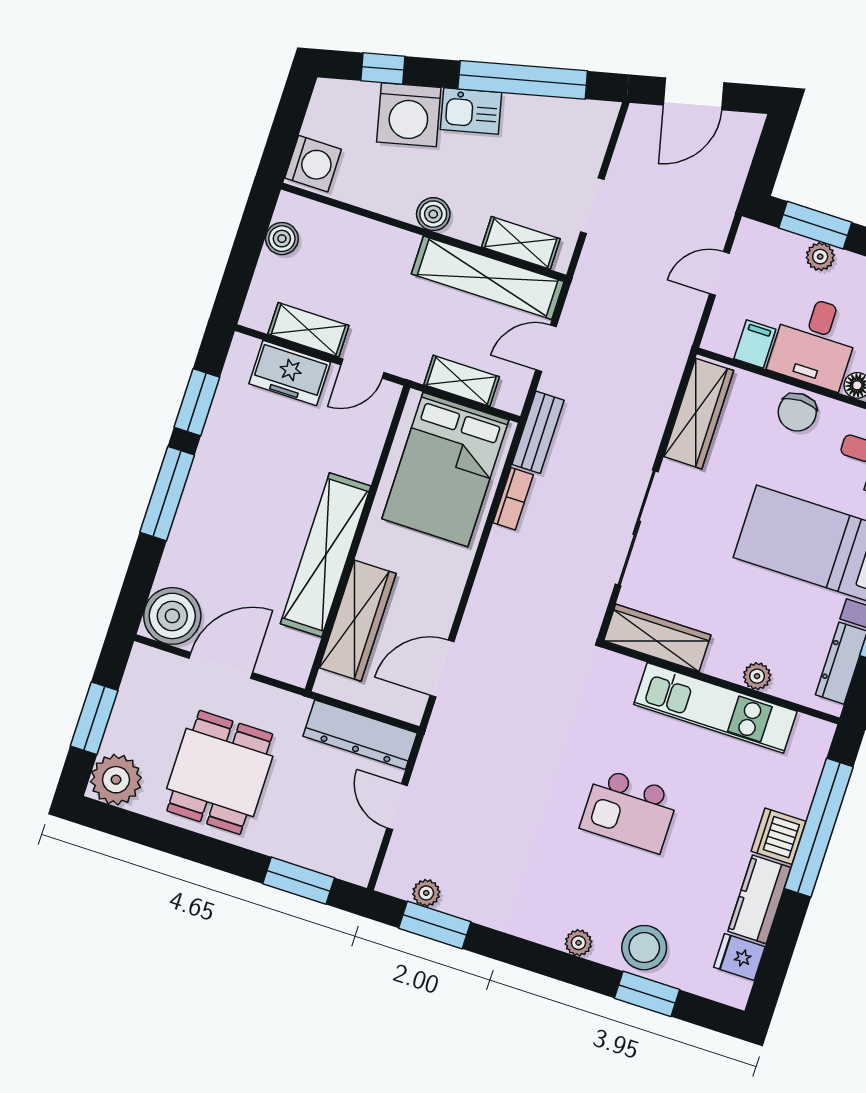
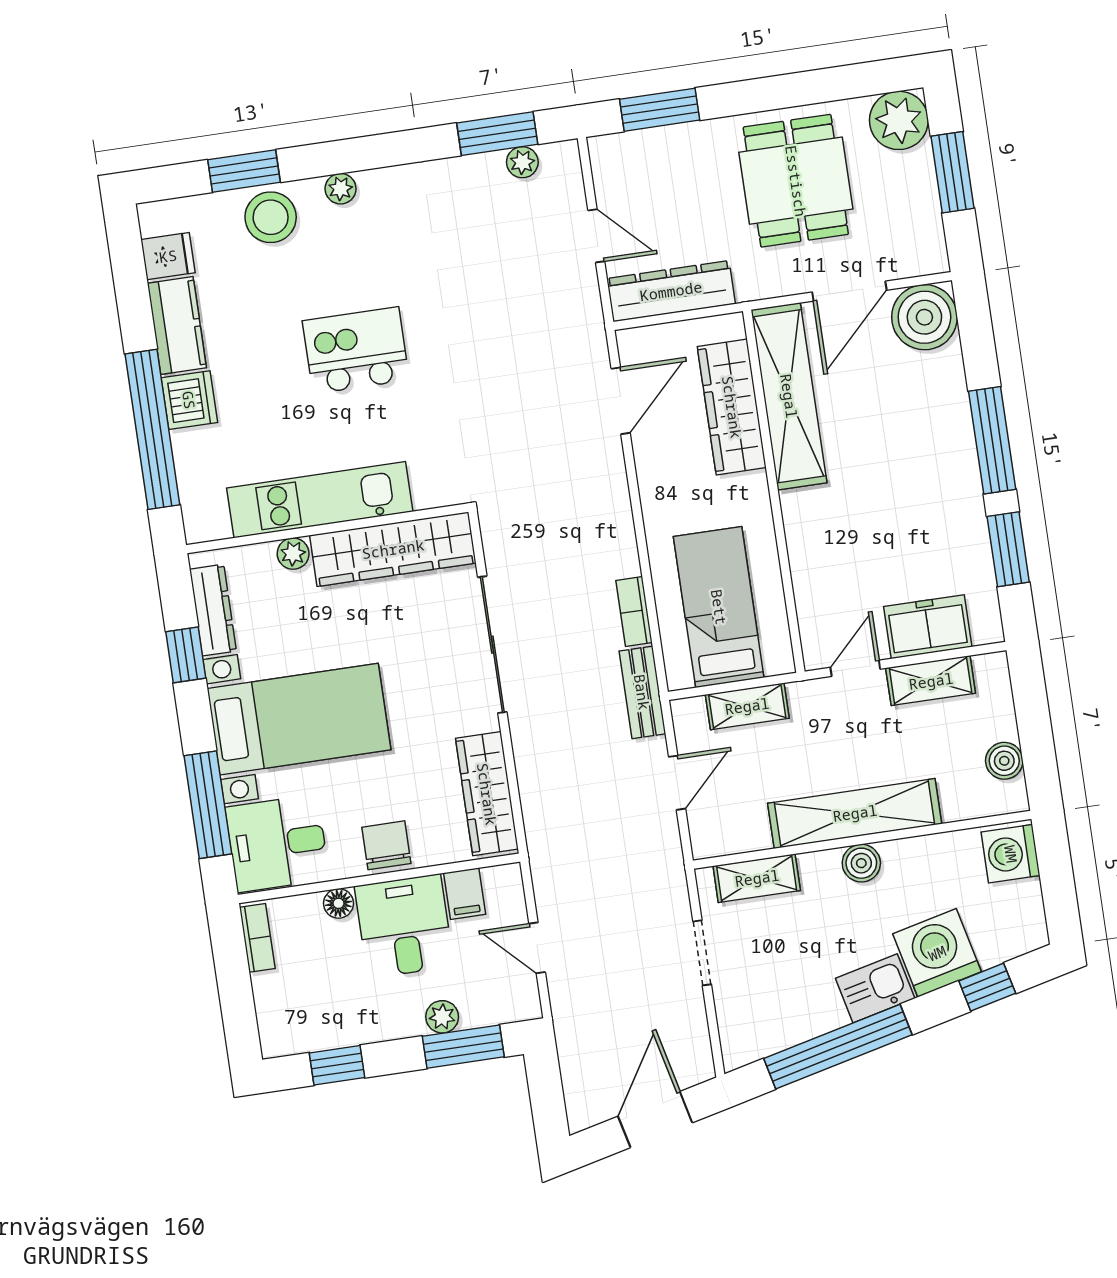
door: (719, 274) -> (537, 948), swing flipped
shelving: (488, 278) -> (855, 813), moved
bed: (445, 469) -> (719, 607), width x0.67
shelving: (326, 555) -> (789, 396), moved
wardrobe: (657, 638) -> (393, 549), width x1.40, depth x1.17

